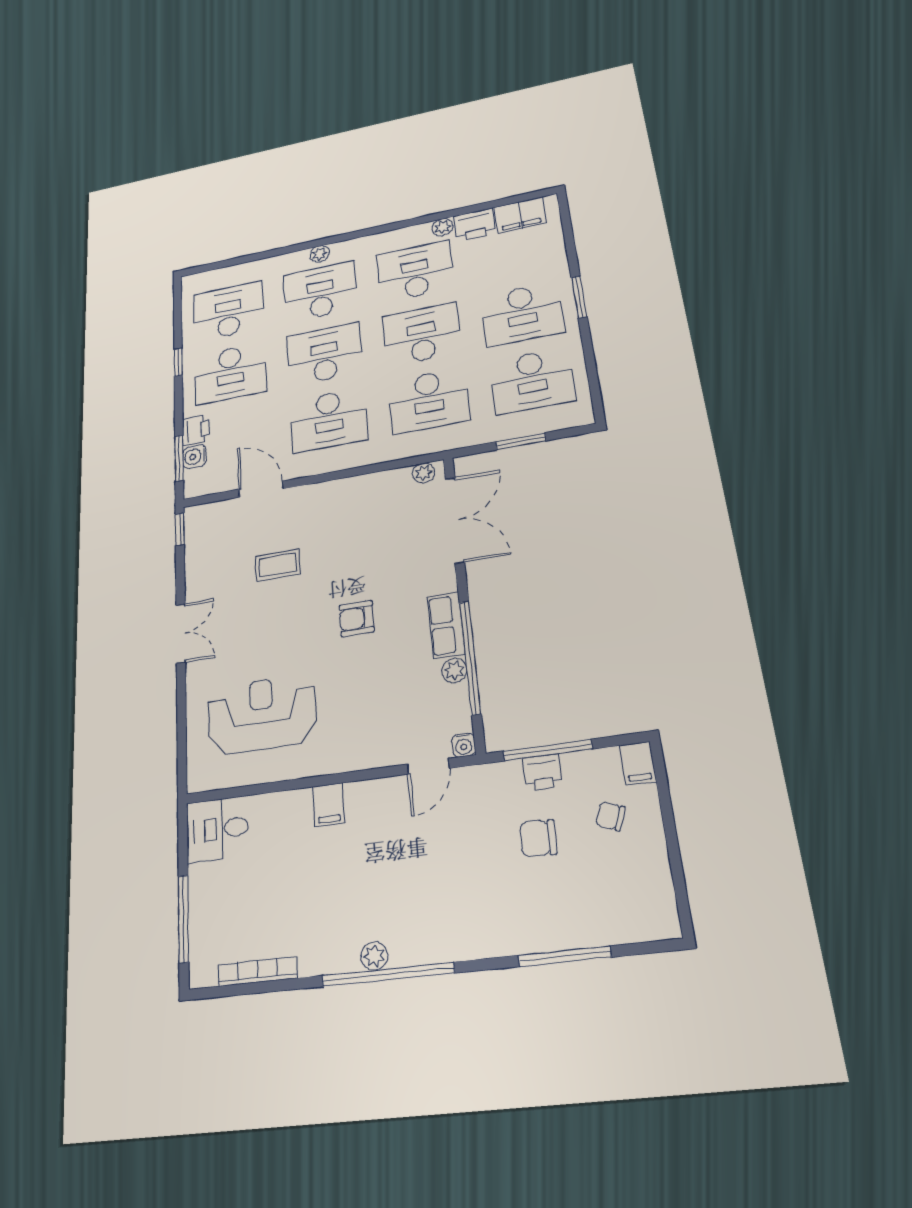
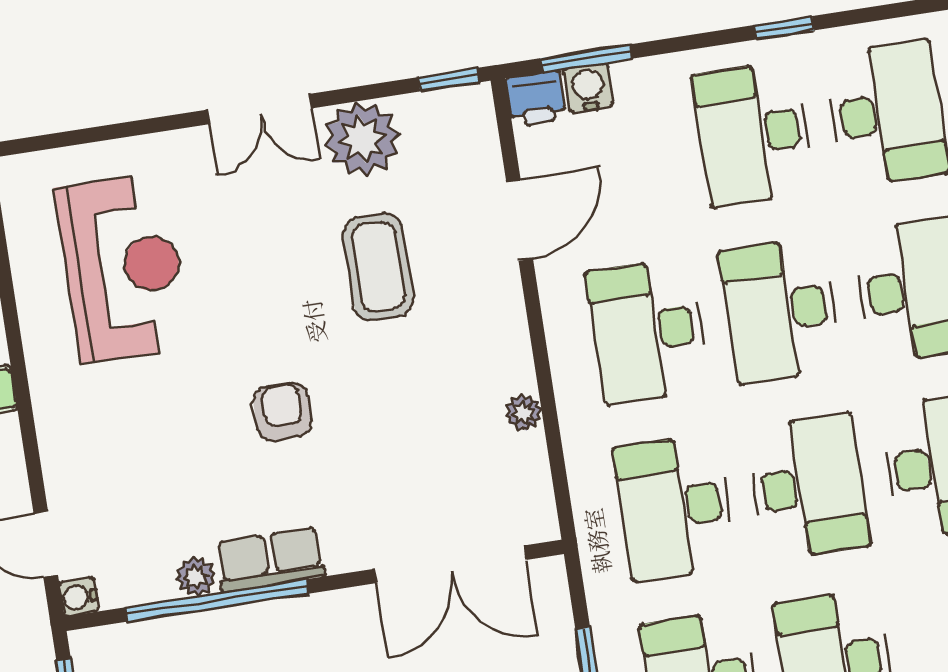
desk: (324, 354) -> (781, 310), turned 180
printer: (196, 430) -> (536, 99), moved
plant: (423, 473) -> (523, 413), moved
coffee table: (278, 565) -> (378, 267), width x1.36, depth x1.30
plant: (205, 576) -> (362, 139), added

